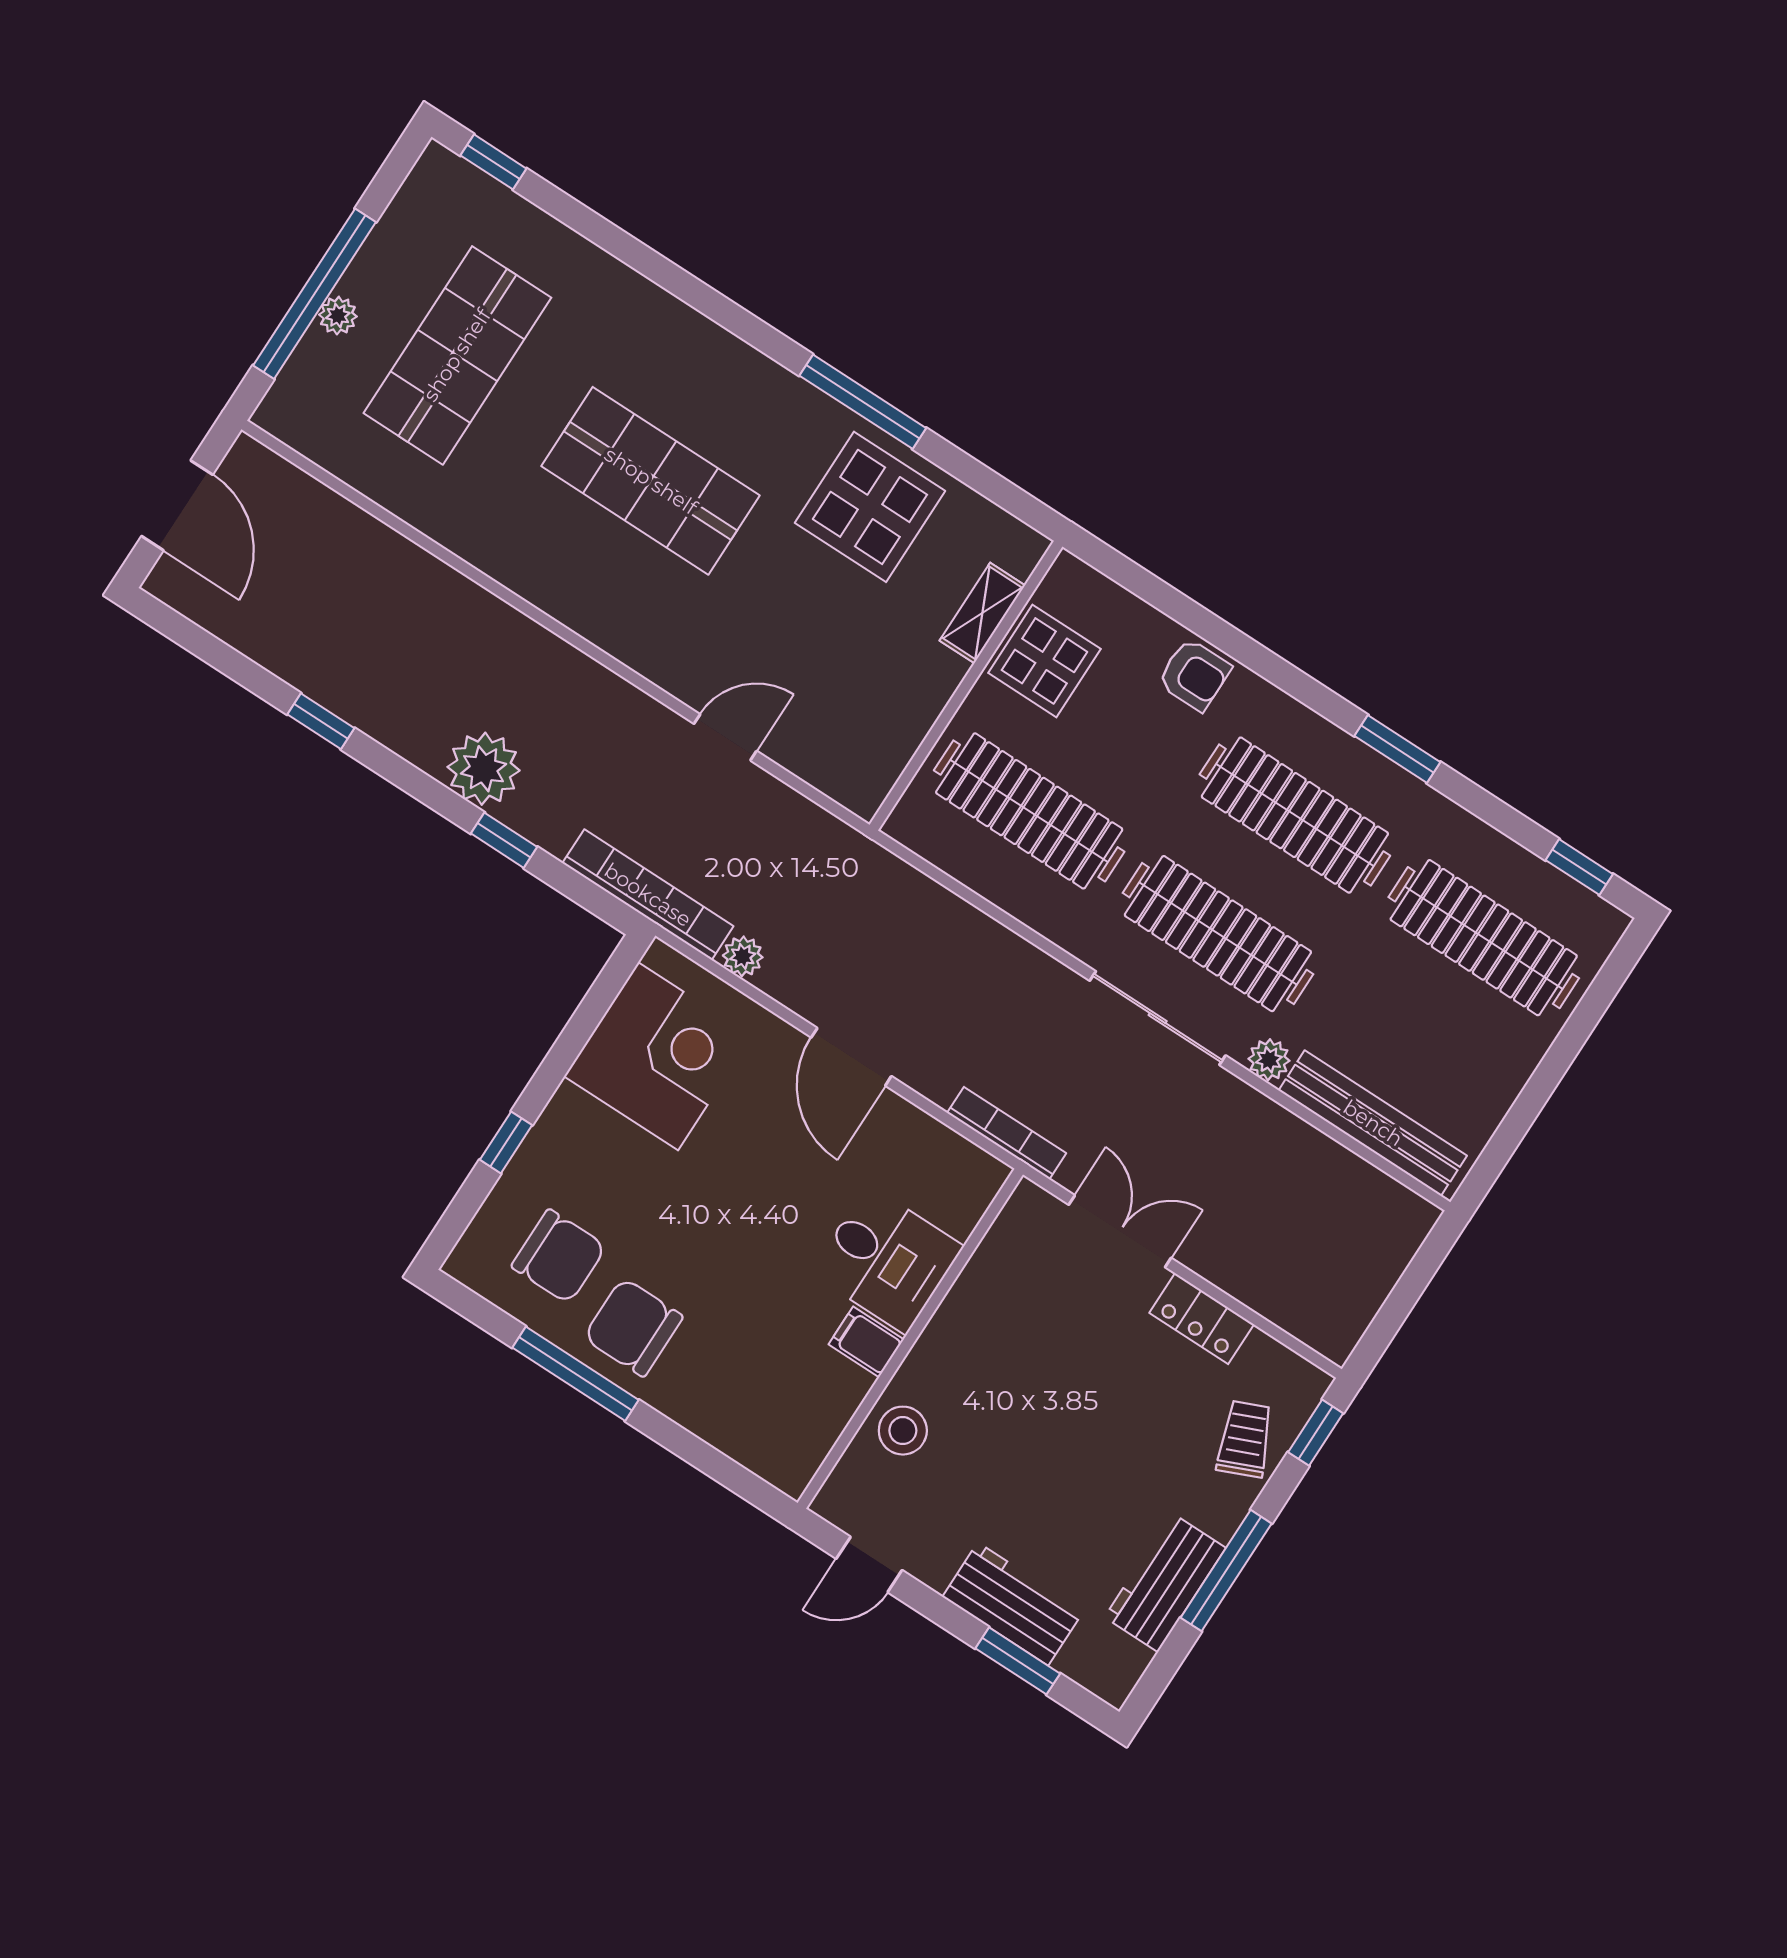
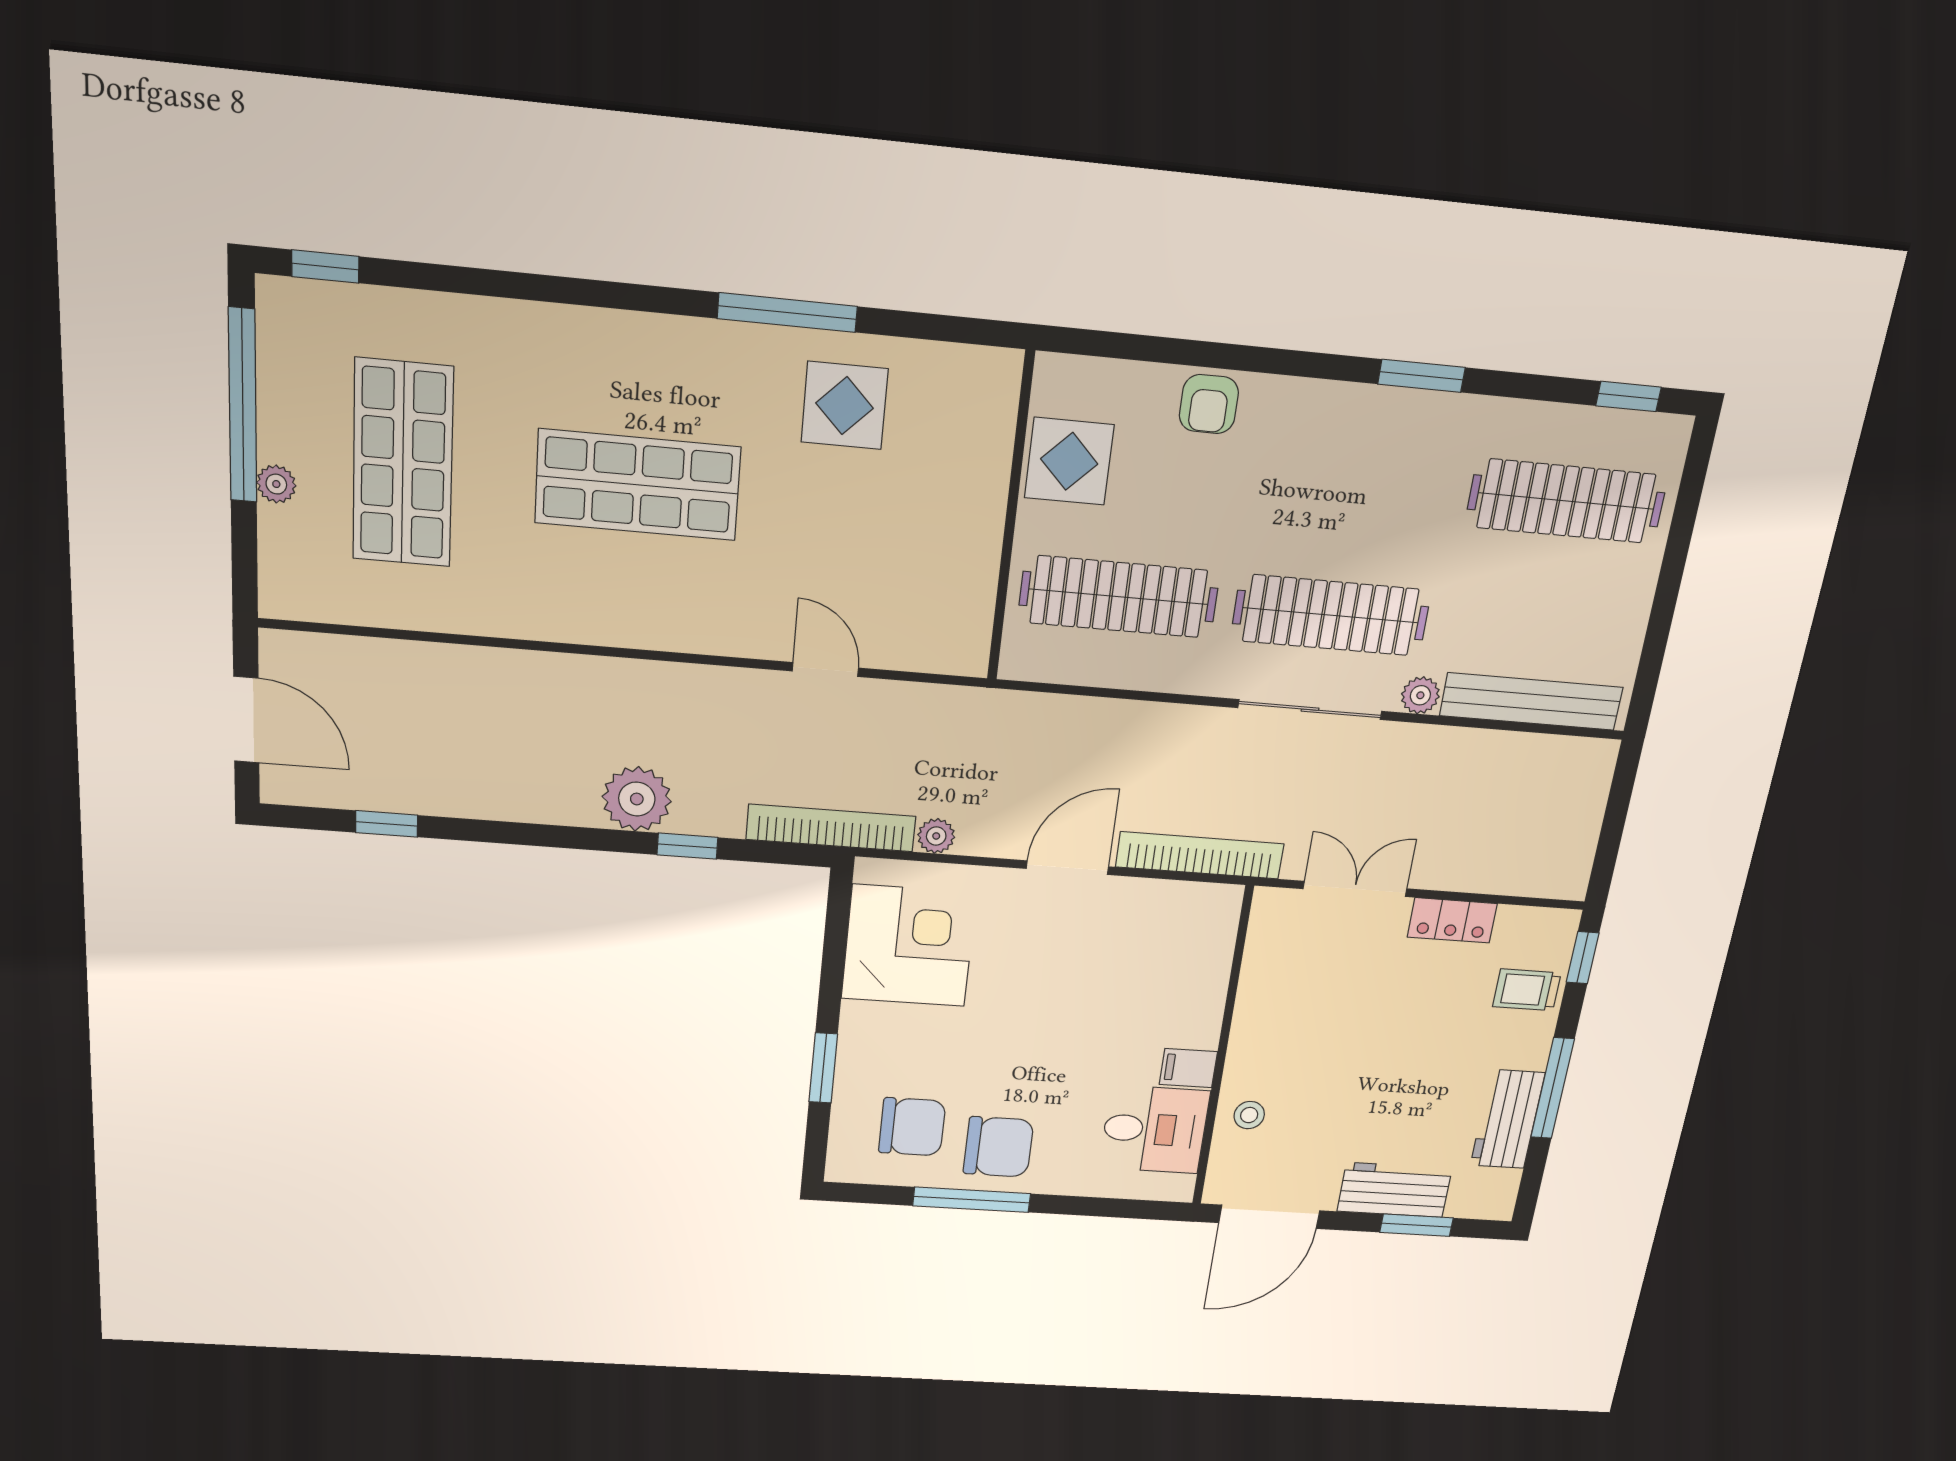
window: (315, 294) -> (243, 406), moved
display table: (870, 507) -> (845, 406), width x0.73, depth x0.73
shelving: (982, 613) -> (993, 448), removed
armchair: (1194, 675) -> (1209, 404), turned 90
window: (321, 721) -> (387, 824), moved
door: (725, 737) -> (825, 670), hinge flipped
clothes rail: (1295, 815) -> (1354, 481), removed
door: (851, 1057) -> (1067, 868), swing flipped
bookcase: (1007, 1133) -> (1200, 855), width x1.48, depth x1.31
window: (506, 1142) -> (823, 1068), width x1.50
desk: (887, 1260) -> (1154, 1129), moved
chair: (633, 1327) -> (998, 1147), turned 180
stool: (903, 1431) -> (1249, 1115), width x0.73, depth x0.73
trolley: (1245, 1439) -> (1527, 990), turned -67
door: (869, 1564) -> (1269, 1217), width x1.87

